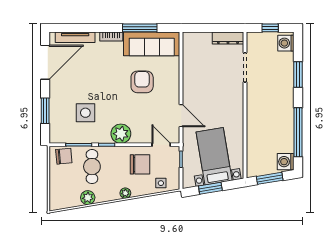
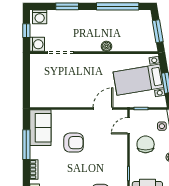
dresser: (228, 38) -> (35, 68), removed
sofa: (152, 44) -> (40, 128), width x0.73
armchair: (142, 82) -> (74, 143), turned 180
boiler: (252, 120) -> (106, 46), added
plant: (121, 134) -> (119, 161), removed
washing machine: (286, 162) -> (37, 44), moved, turned -90

